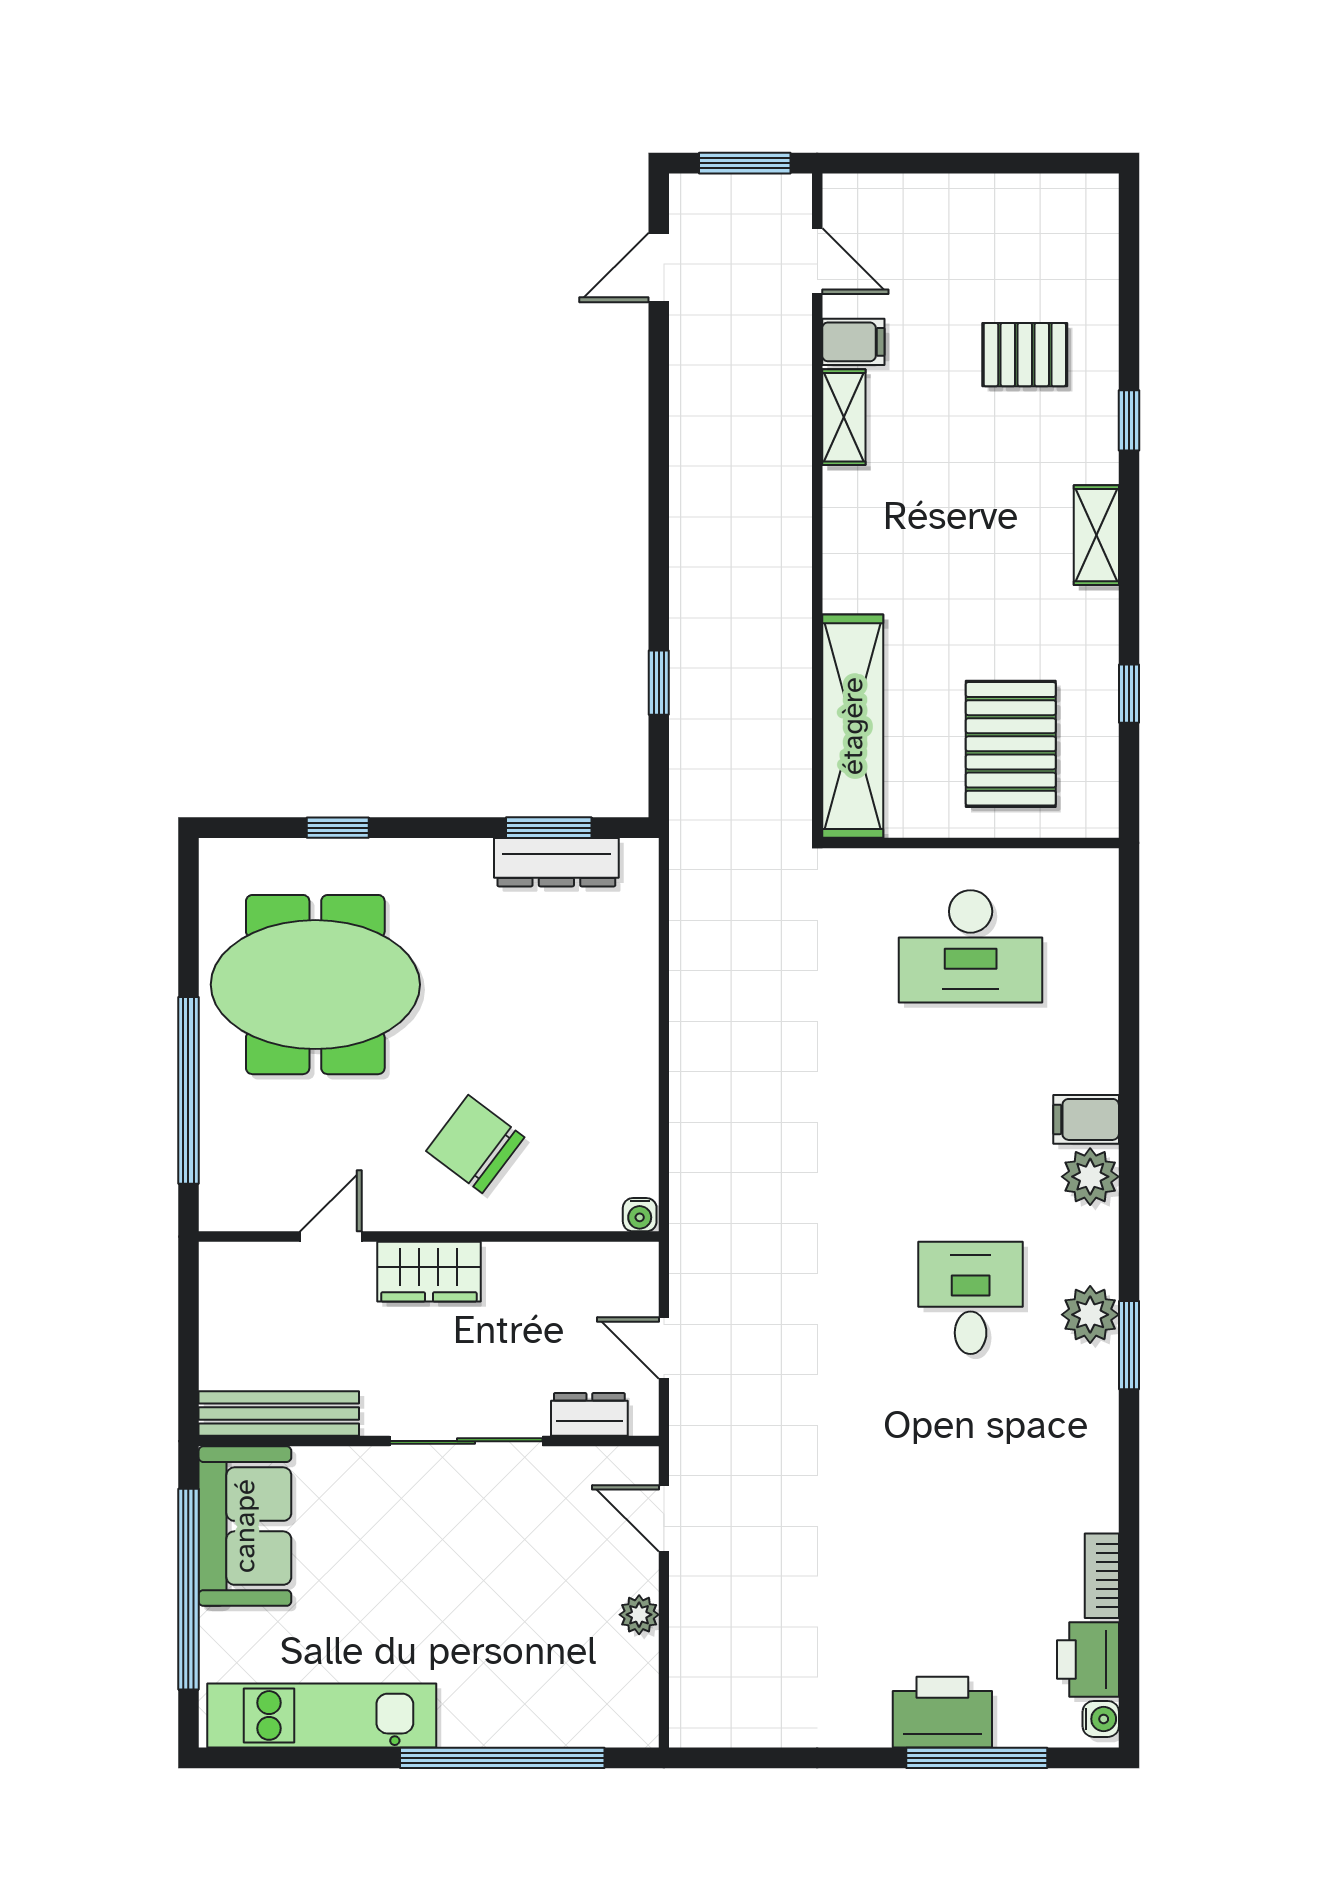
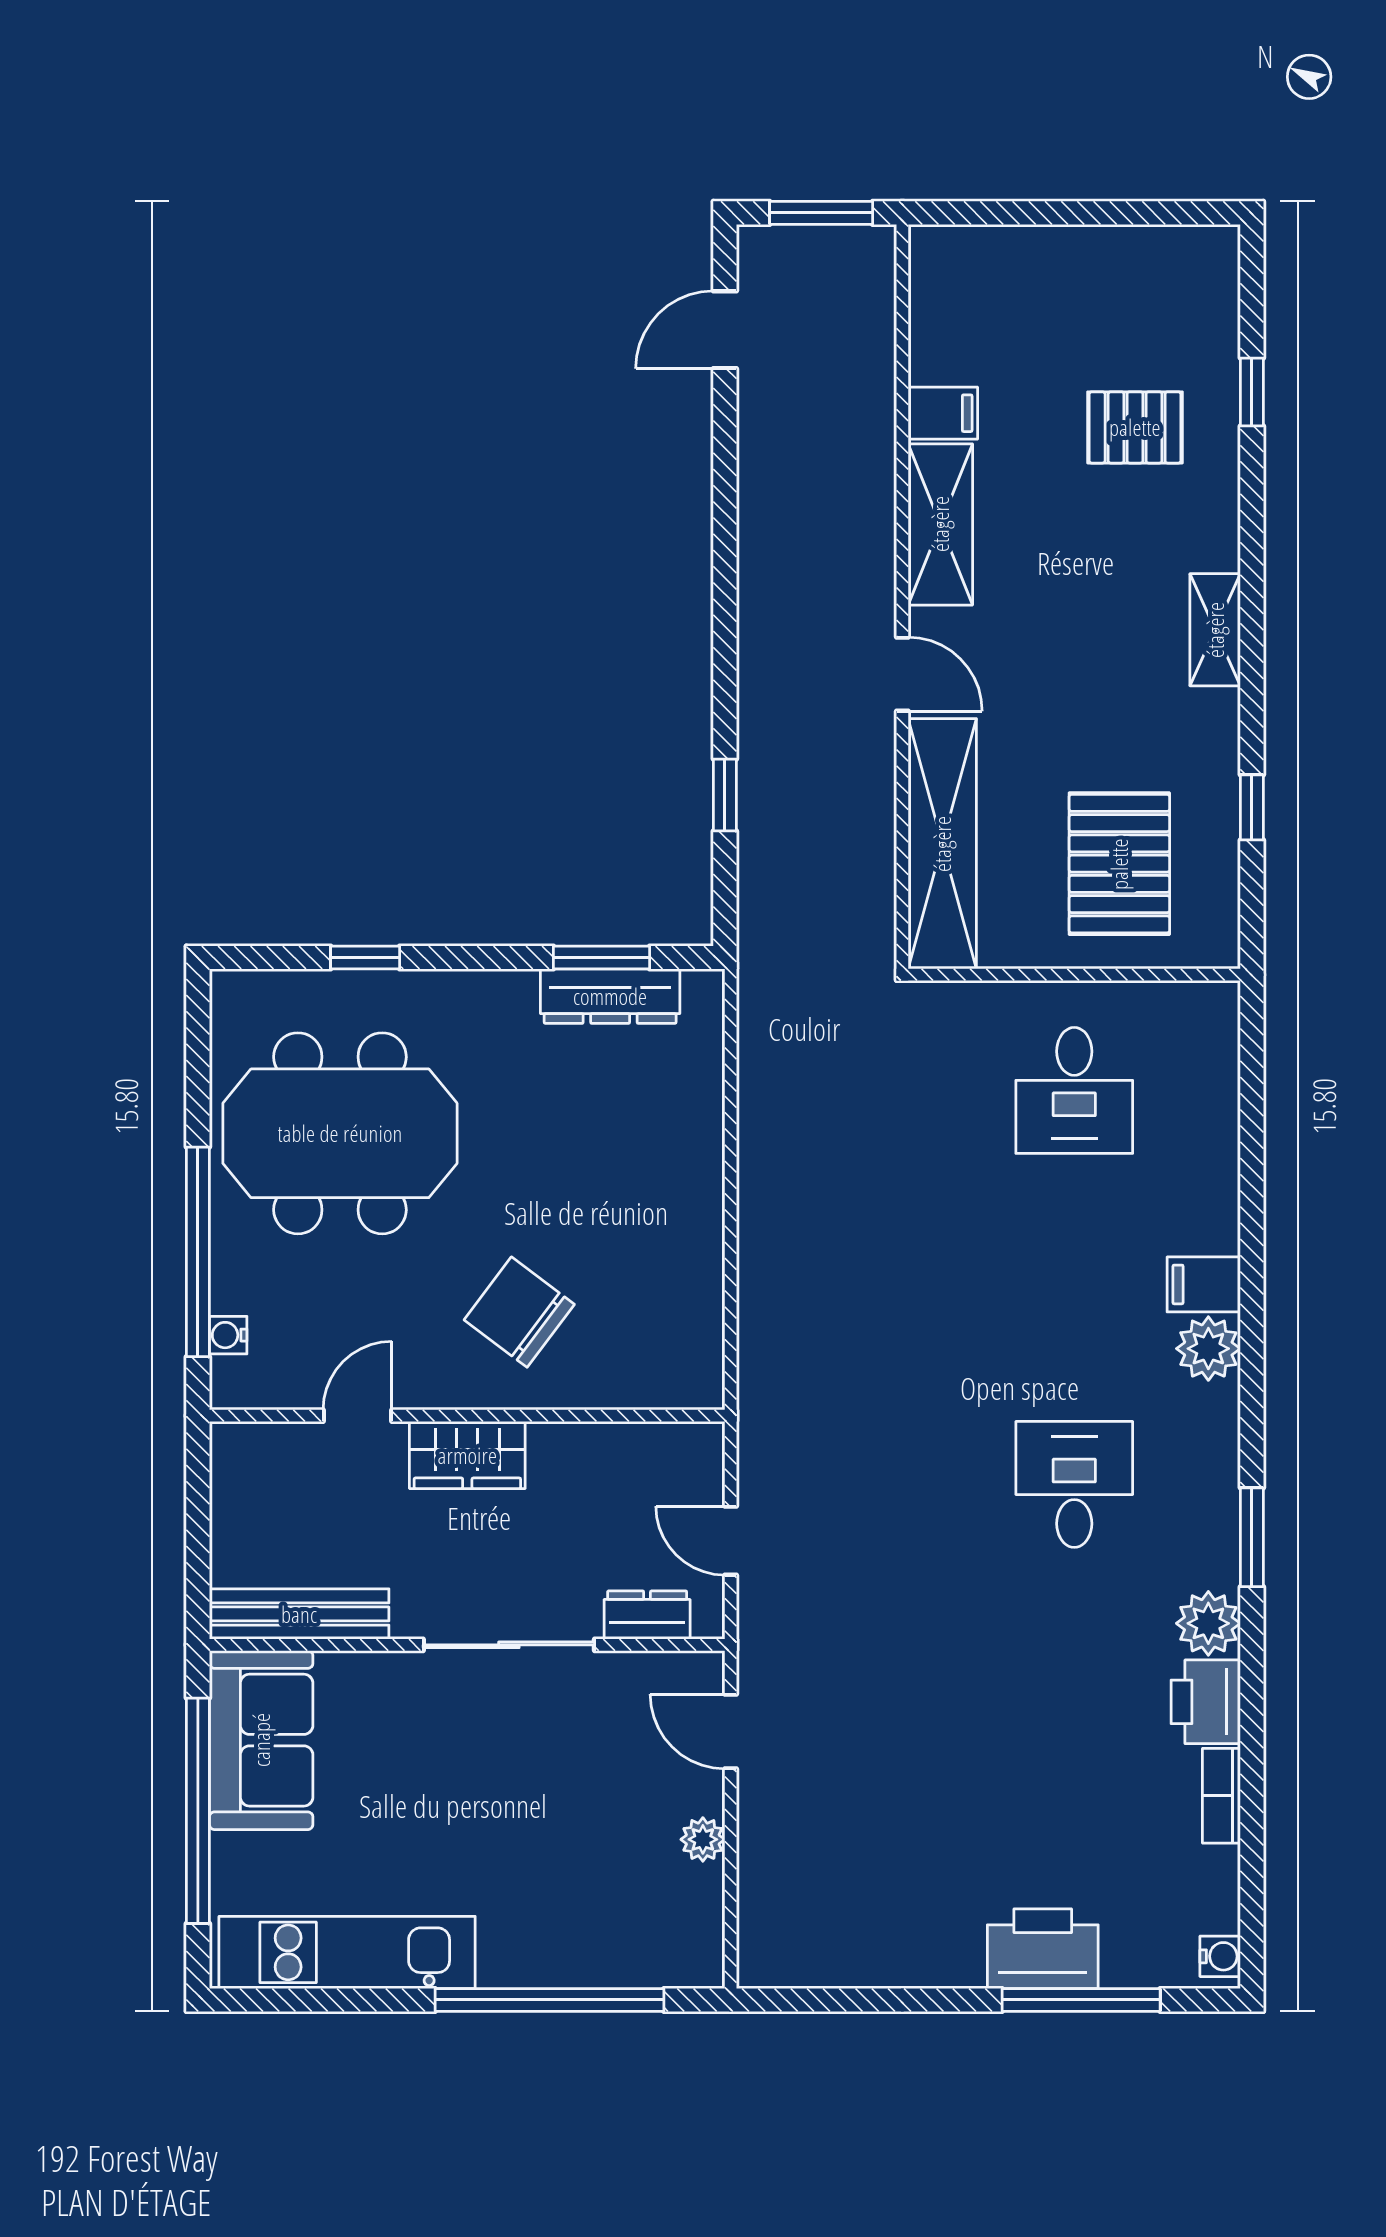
door: (817, 261) -> (902, 674), moved
shelving: (844, 417) -> (940, 524), width x1.50, depth x1.33
window: (1129, 420) -> (1252, 392), moved
desk: (971, 946) -> (1074, 1090), width x0.73
water cooler: (640, 1215) -> (228, 1335), moved, turned 90
plant: (1090, 1315) -> (1208, 1623), moved
printer: (1088, 1659) -> (1206, 1702), moved

